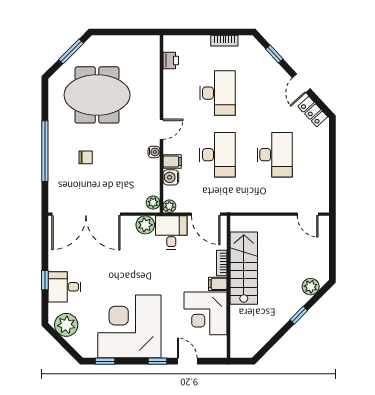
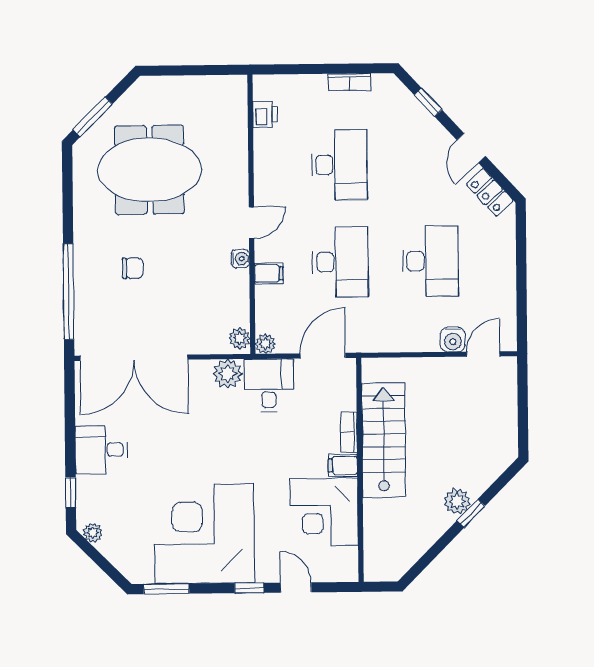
window: (71, 51) -> (93, 117), moved
window: (45, 151) -> (69, 292), moved
water cooler: (171, 177) -> (453, 340), moved, turned -90
door: (206, 214) -> (323, 356), swing flipped
door: (308, 214) -> (483, 354), swing flipped
window: (45, 280) -> (71, 493), moved
desk: (64, 287) -> (101, 450), moved
plant: (311, 287) -> (457, 501), moved
plant: (66, 325) -> (93, 533), width x0.53, depth x0.53
window: (105, 361) -> (166, 589), width x1.50

